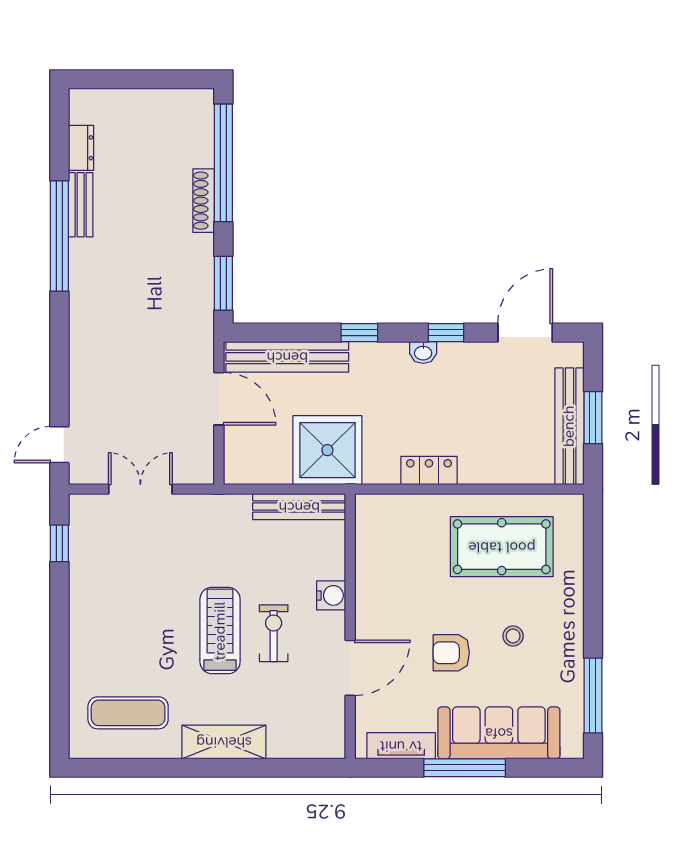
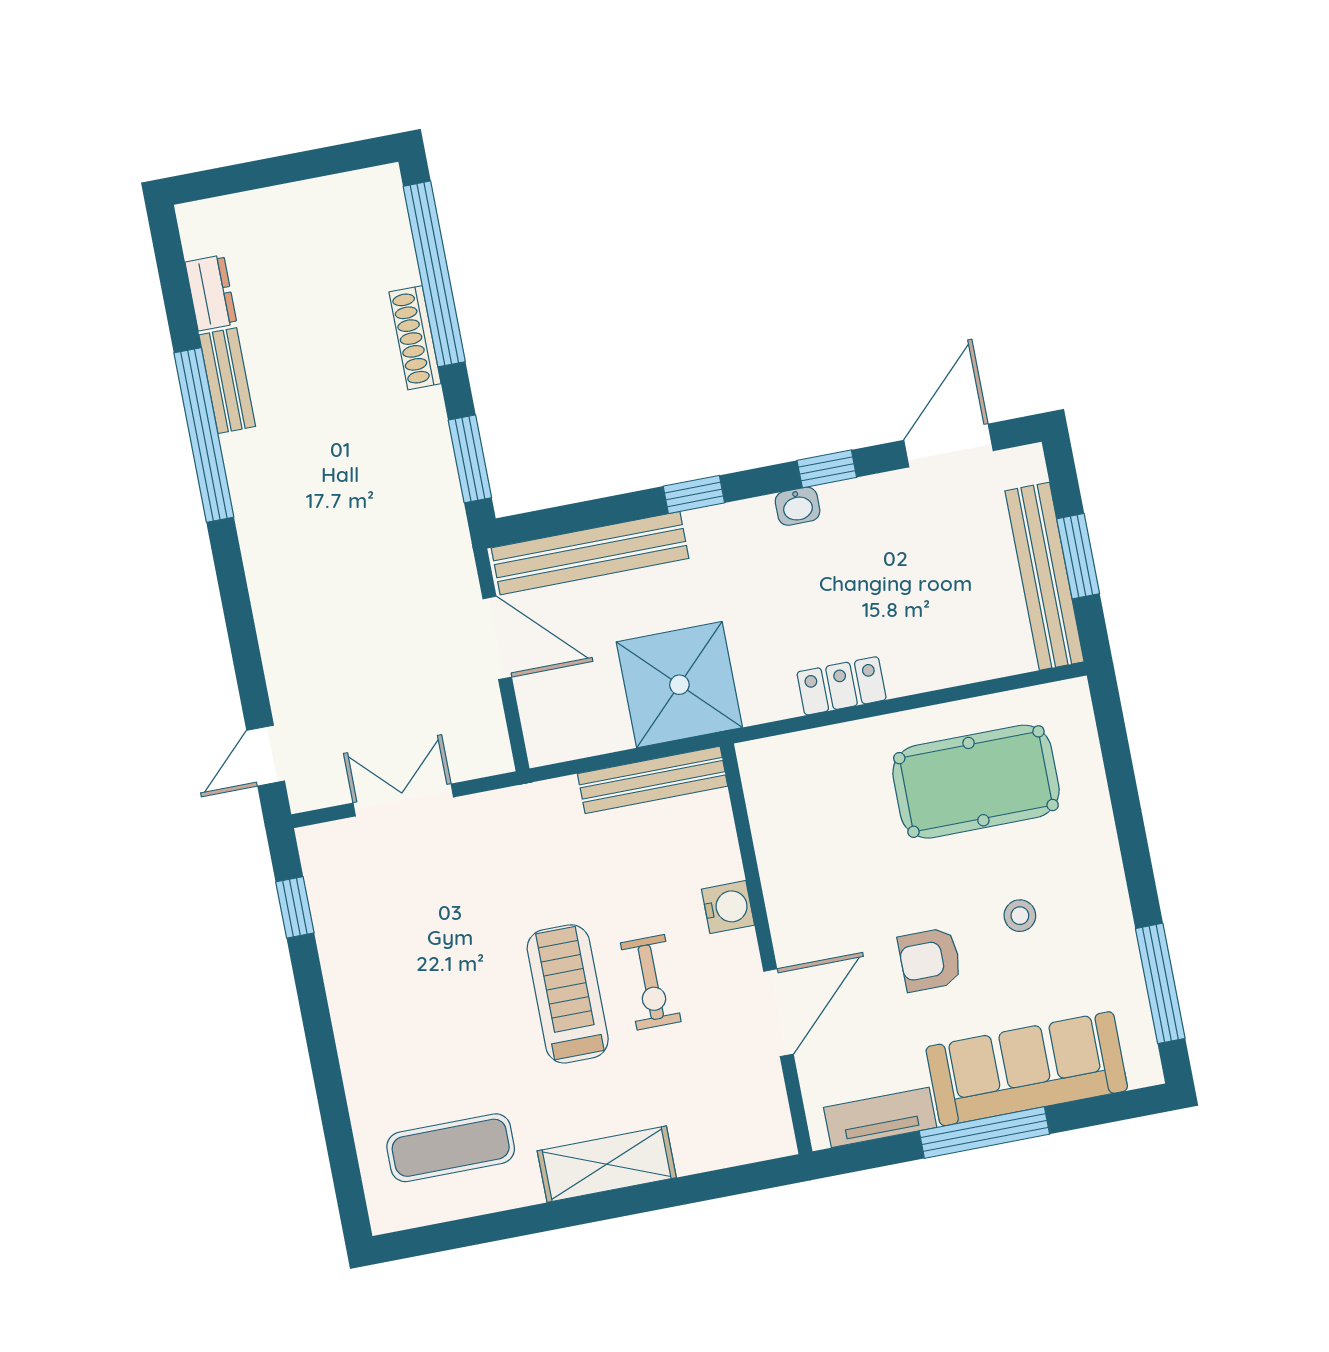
exercise bike: (274, 633) -> (651, 982), turned 180

